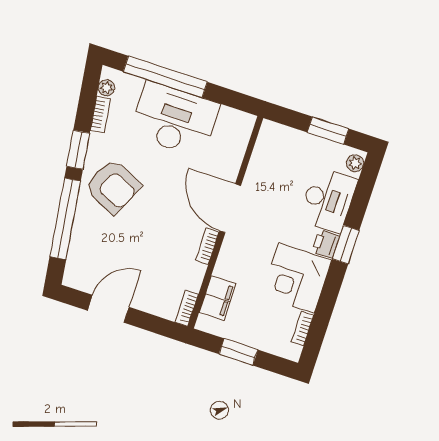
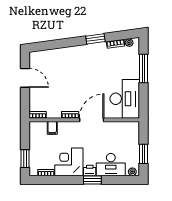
window: (165, 77) -> (143, 69), width x0.68
desk: (174, 119) -> (125, 99), moved
armchair: (113, 186) -> (84, 61), removed
window: (65, 219) -> (61, 44), removed
filing cabinet: (218, 298) -> (52, 128), width x0.50
window: (238, 352) -> (25, 159), moved

